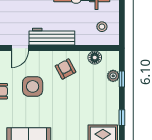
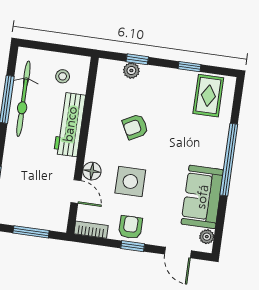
workbench: (52, 37) -> (70, 124), moved
floor lamp: (95, 58) -> (92, 171), moved
armchair: (65, 69) -> (135, 127), moved

